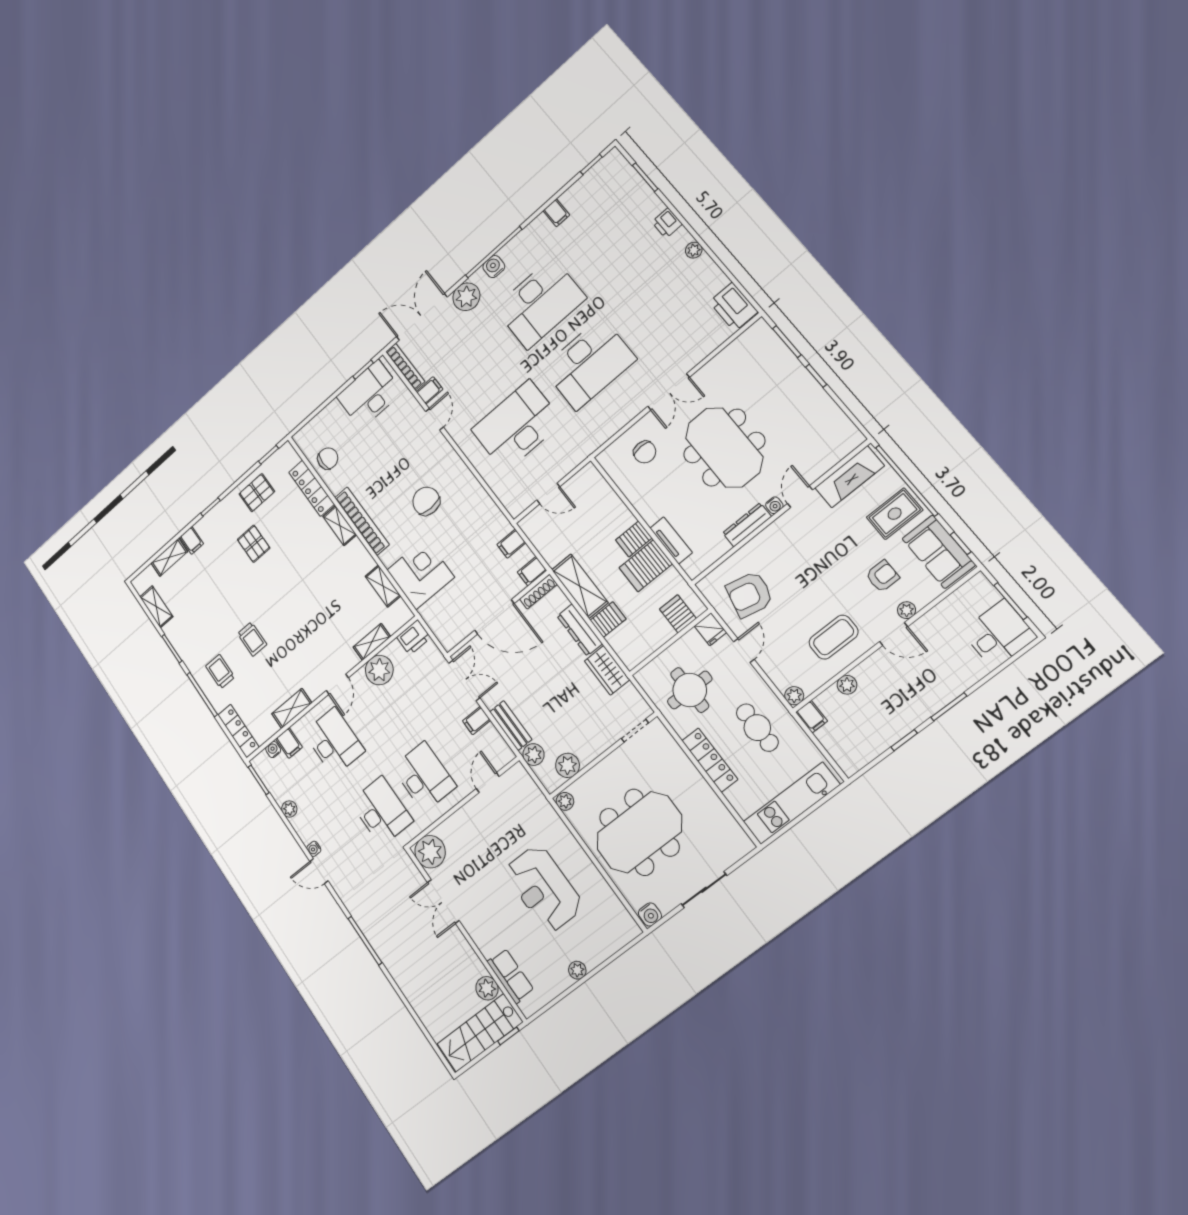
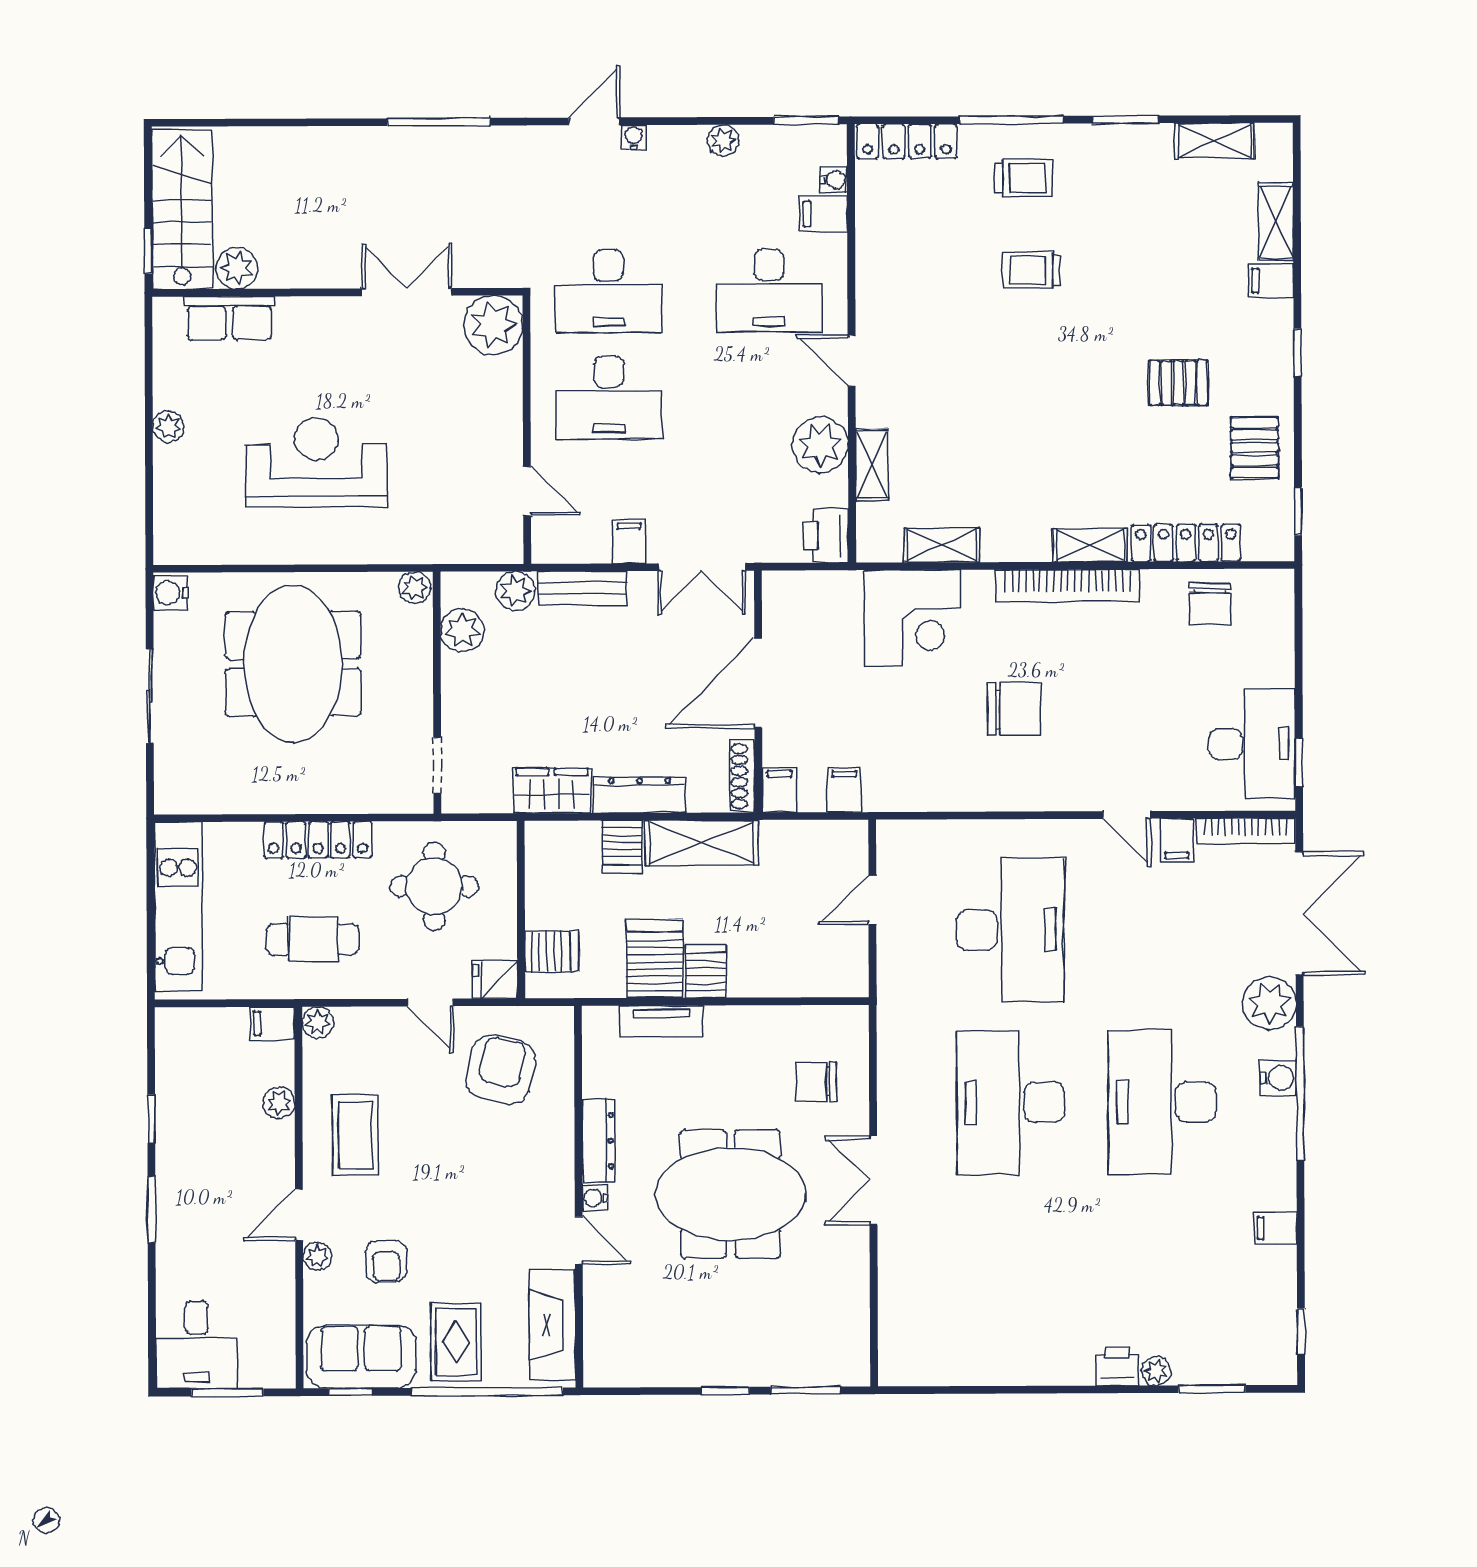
plant: (694, 250) -> (1156, 1371), moved
printer: (733, 307) -> (916, 1360), removed
shelving: (292, 708) -> (873, 258), removed

